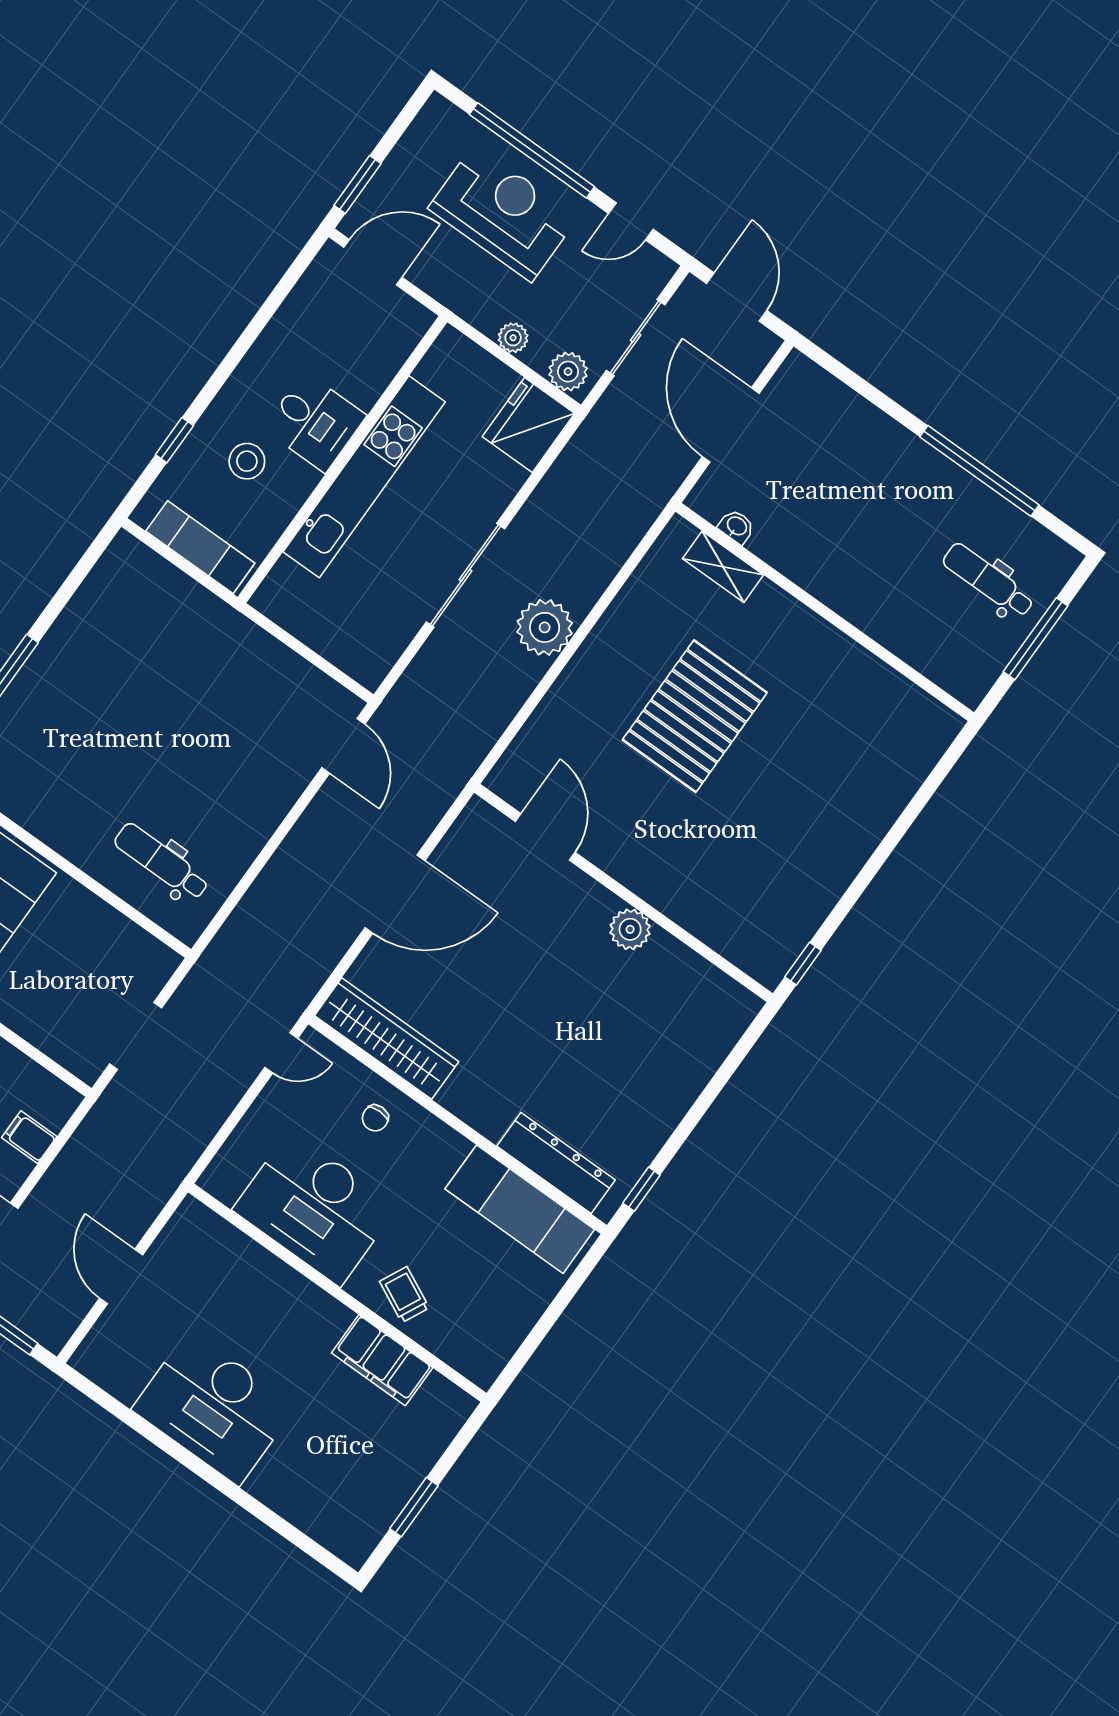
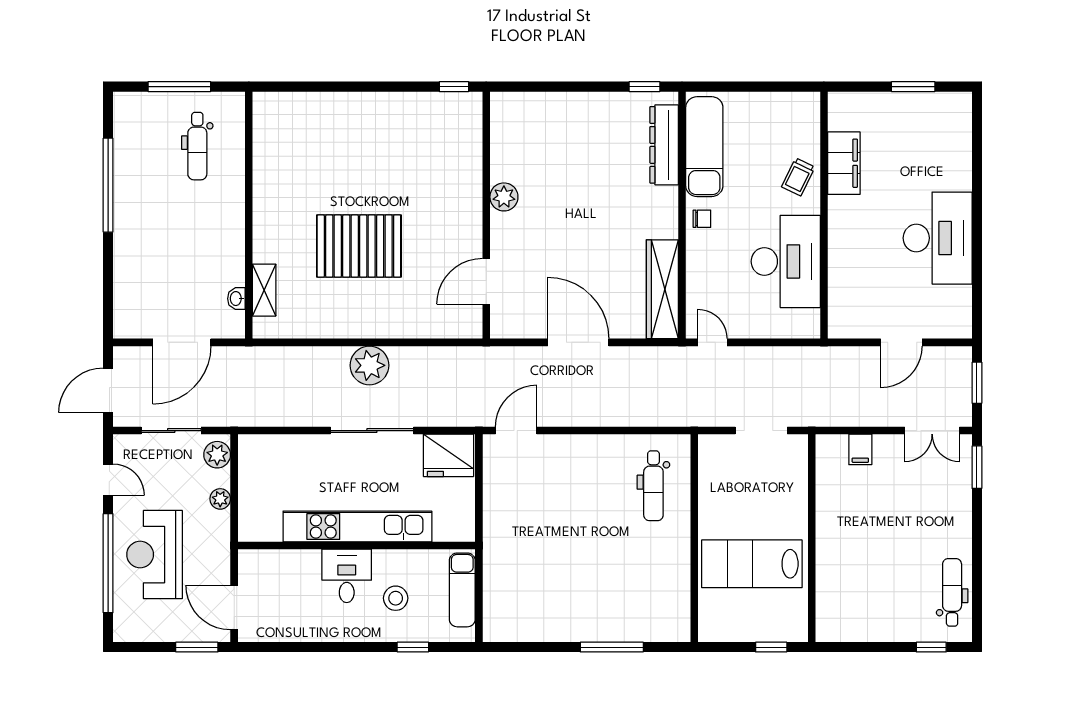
fridge: (528, 425) -> (449, 455), moved
dental chair: (988, 580) -> (197, 146), moved
chair: (375, 1118) -> (702, 219), moved

